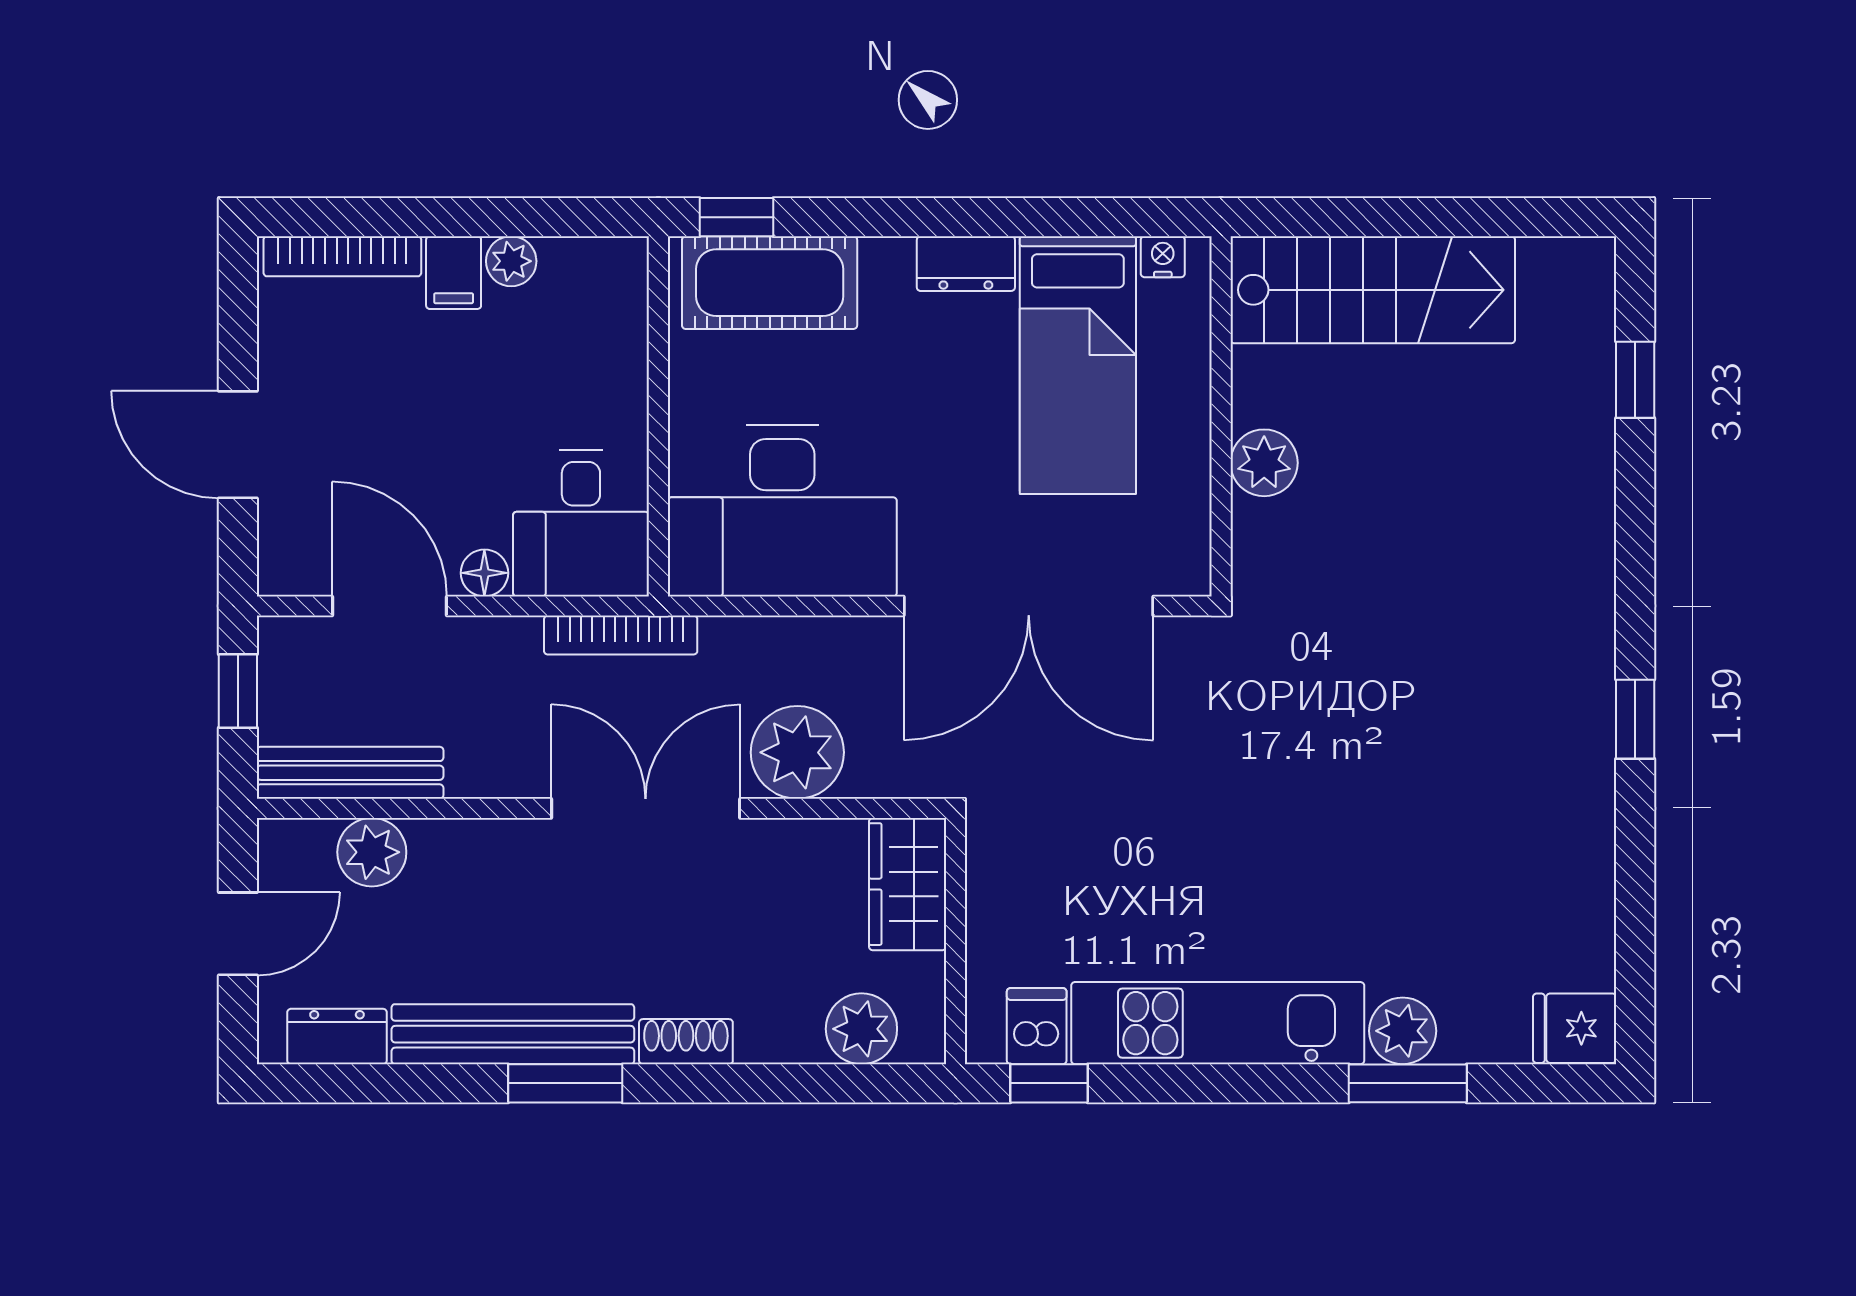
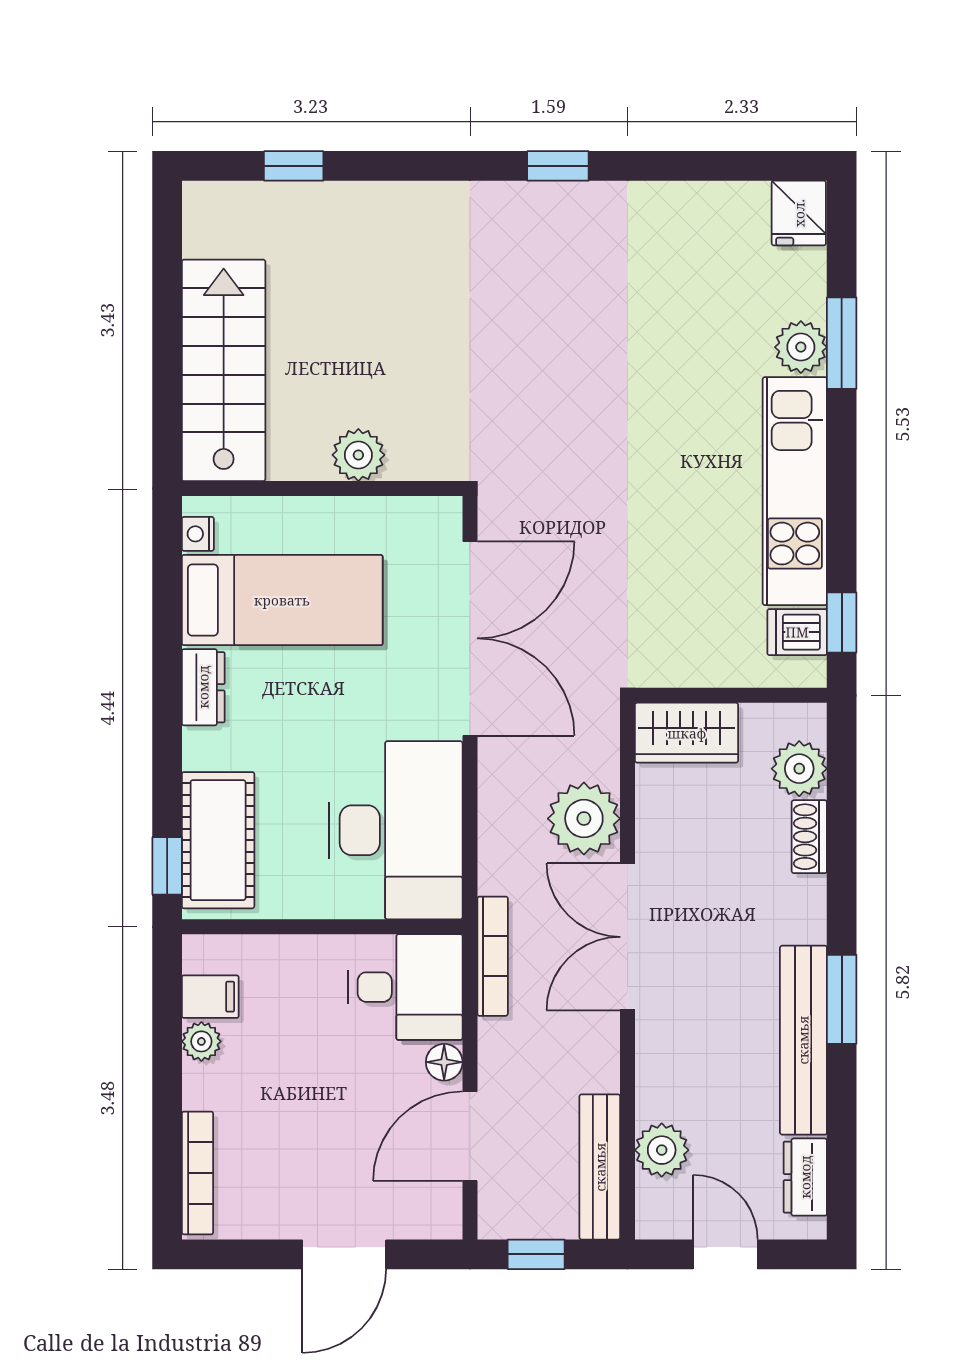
filing cabinet: (454, 273) -> (210, 997), moved
shoe rack: (686, 1042) -> (809, 837), moved

